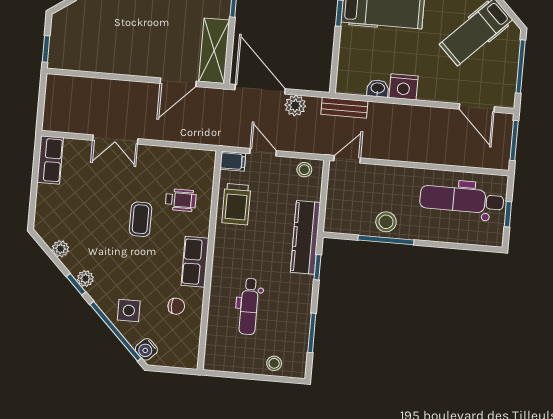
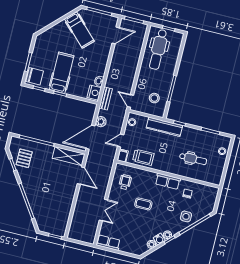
nightstand: (403, 87) -> (94, 93), moved
wheelchair: (181, 200) -> (125, 182), moved
stool: (386, 222) -> (154, 98), moved
water cooler: (146, 349) -> (159, 239), moved

